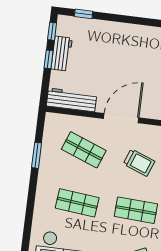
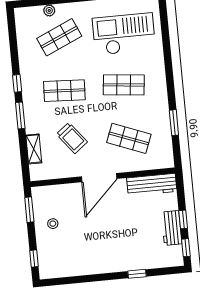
window: (84, 14) -> (137, 274), moved
trolley: (139, 163) -> (72, 138), turned -149

